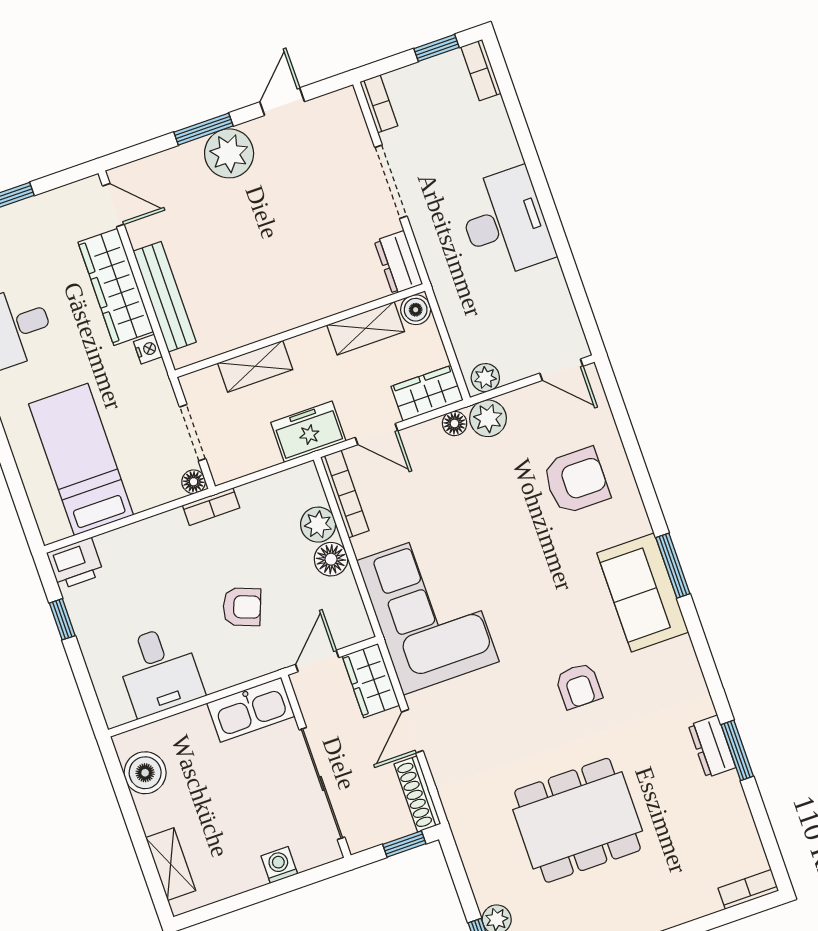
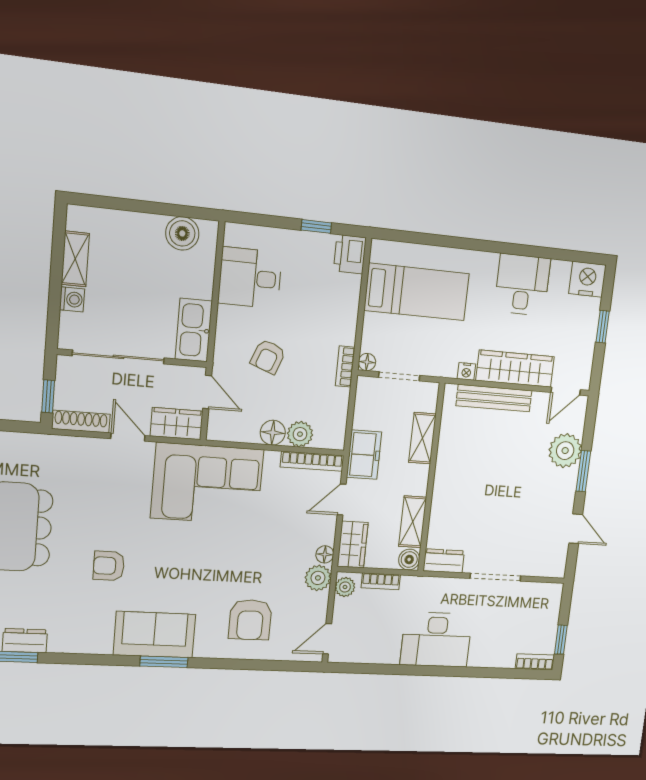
bookcase: (379, 104) -> (381, 581), moved
plant: (229, 153) -> (565, 451), moved
shelving: (171, 864) -> (75, 259), moved, turned 90

